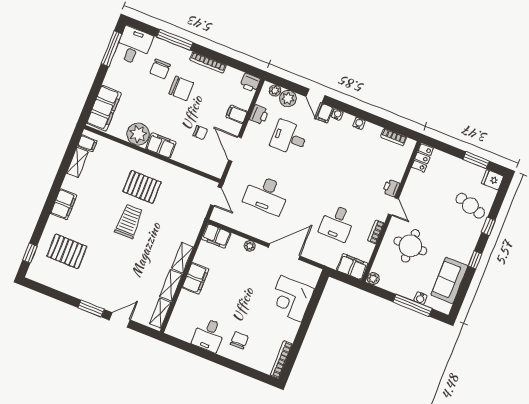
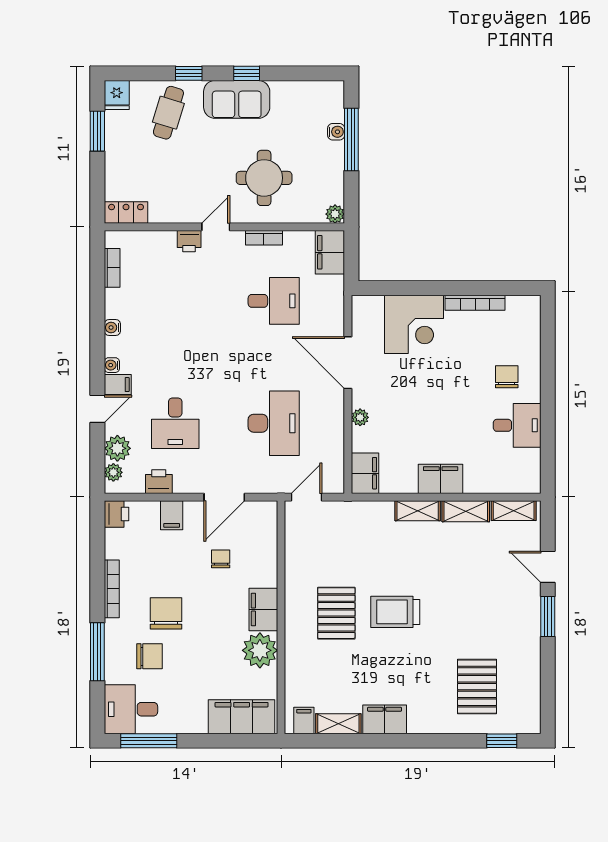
filing cabinet: (64, 204) -> (385, 719), moved
sofa: (449, 280) -> (237, 99), moved
chair: (239, 340) -> (507, 377), turned 90
bookcase: (281, 359) -> (475, 303), moved

